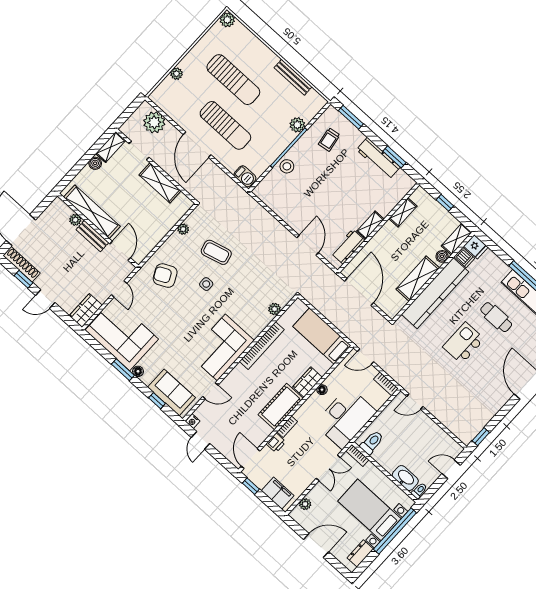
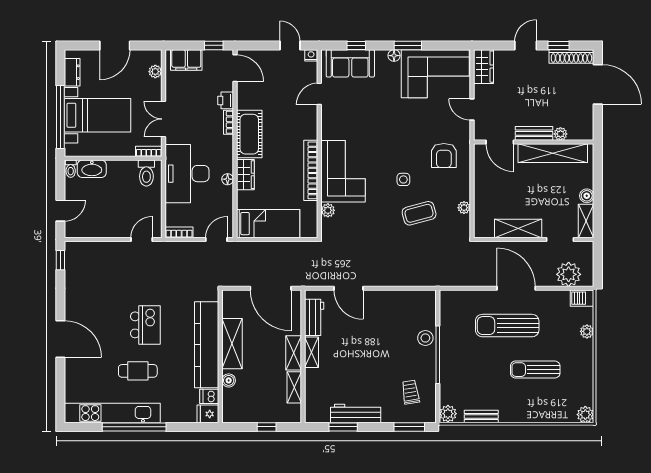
bench: (293, 77) -> (481, 416), width x0.73
sun lounger: (233, 80) -> (535, 370), width x0.73, depth x0.75
plant: (297, 125) -> (448, 414), moved
barbecue: (245, 176) -> (582, 298), moved
shelving: (456, 239) -> (294, 353), moved
armchair: (165, 276) -> (444, 155), turned 116
corner sofa: (221, 347) -> (343, 171), moved

